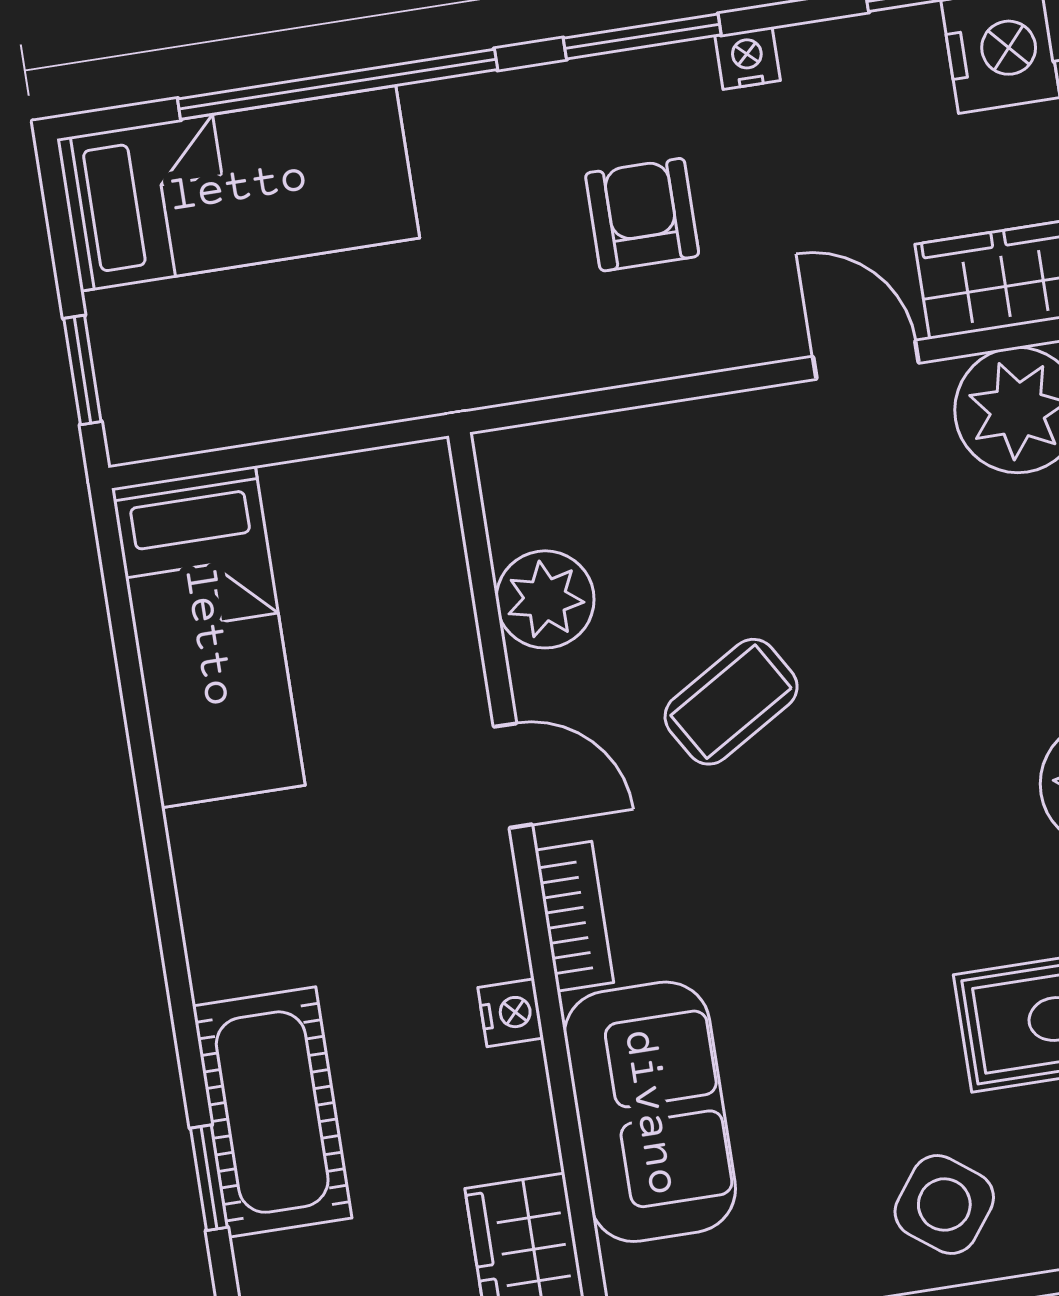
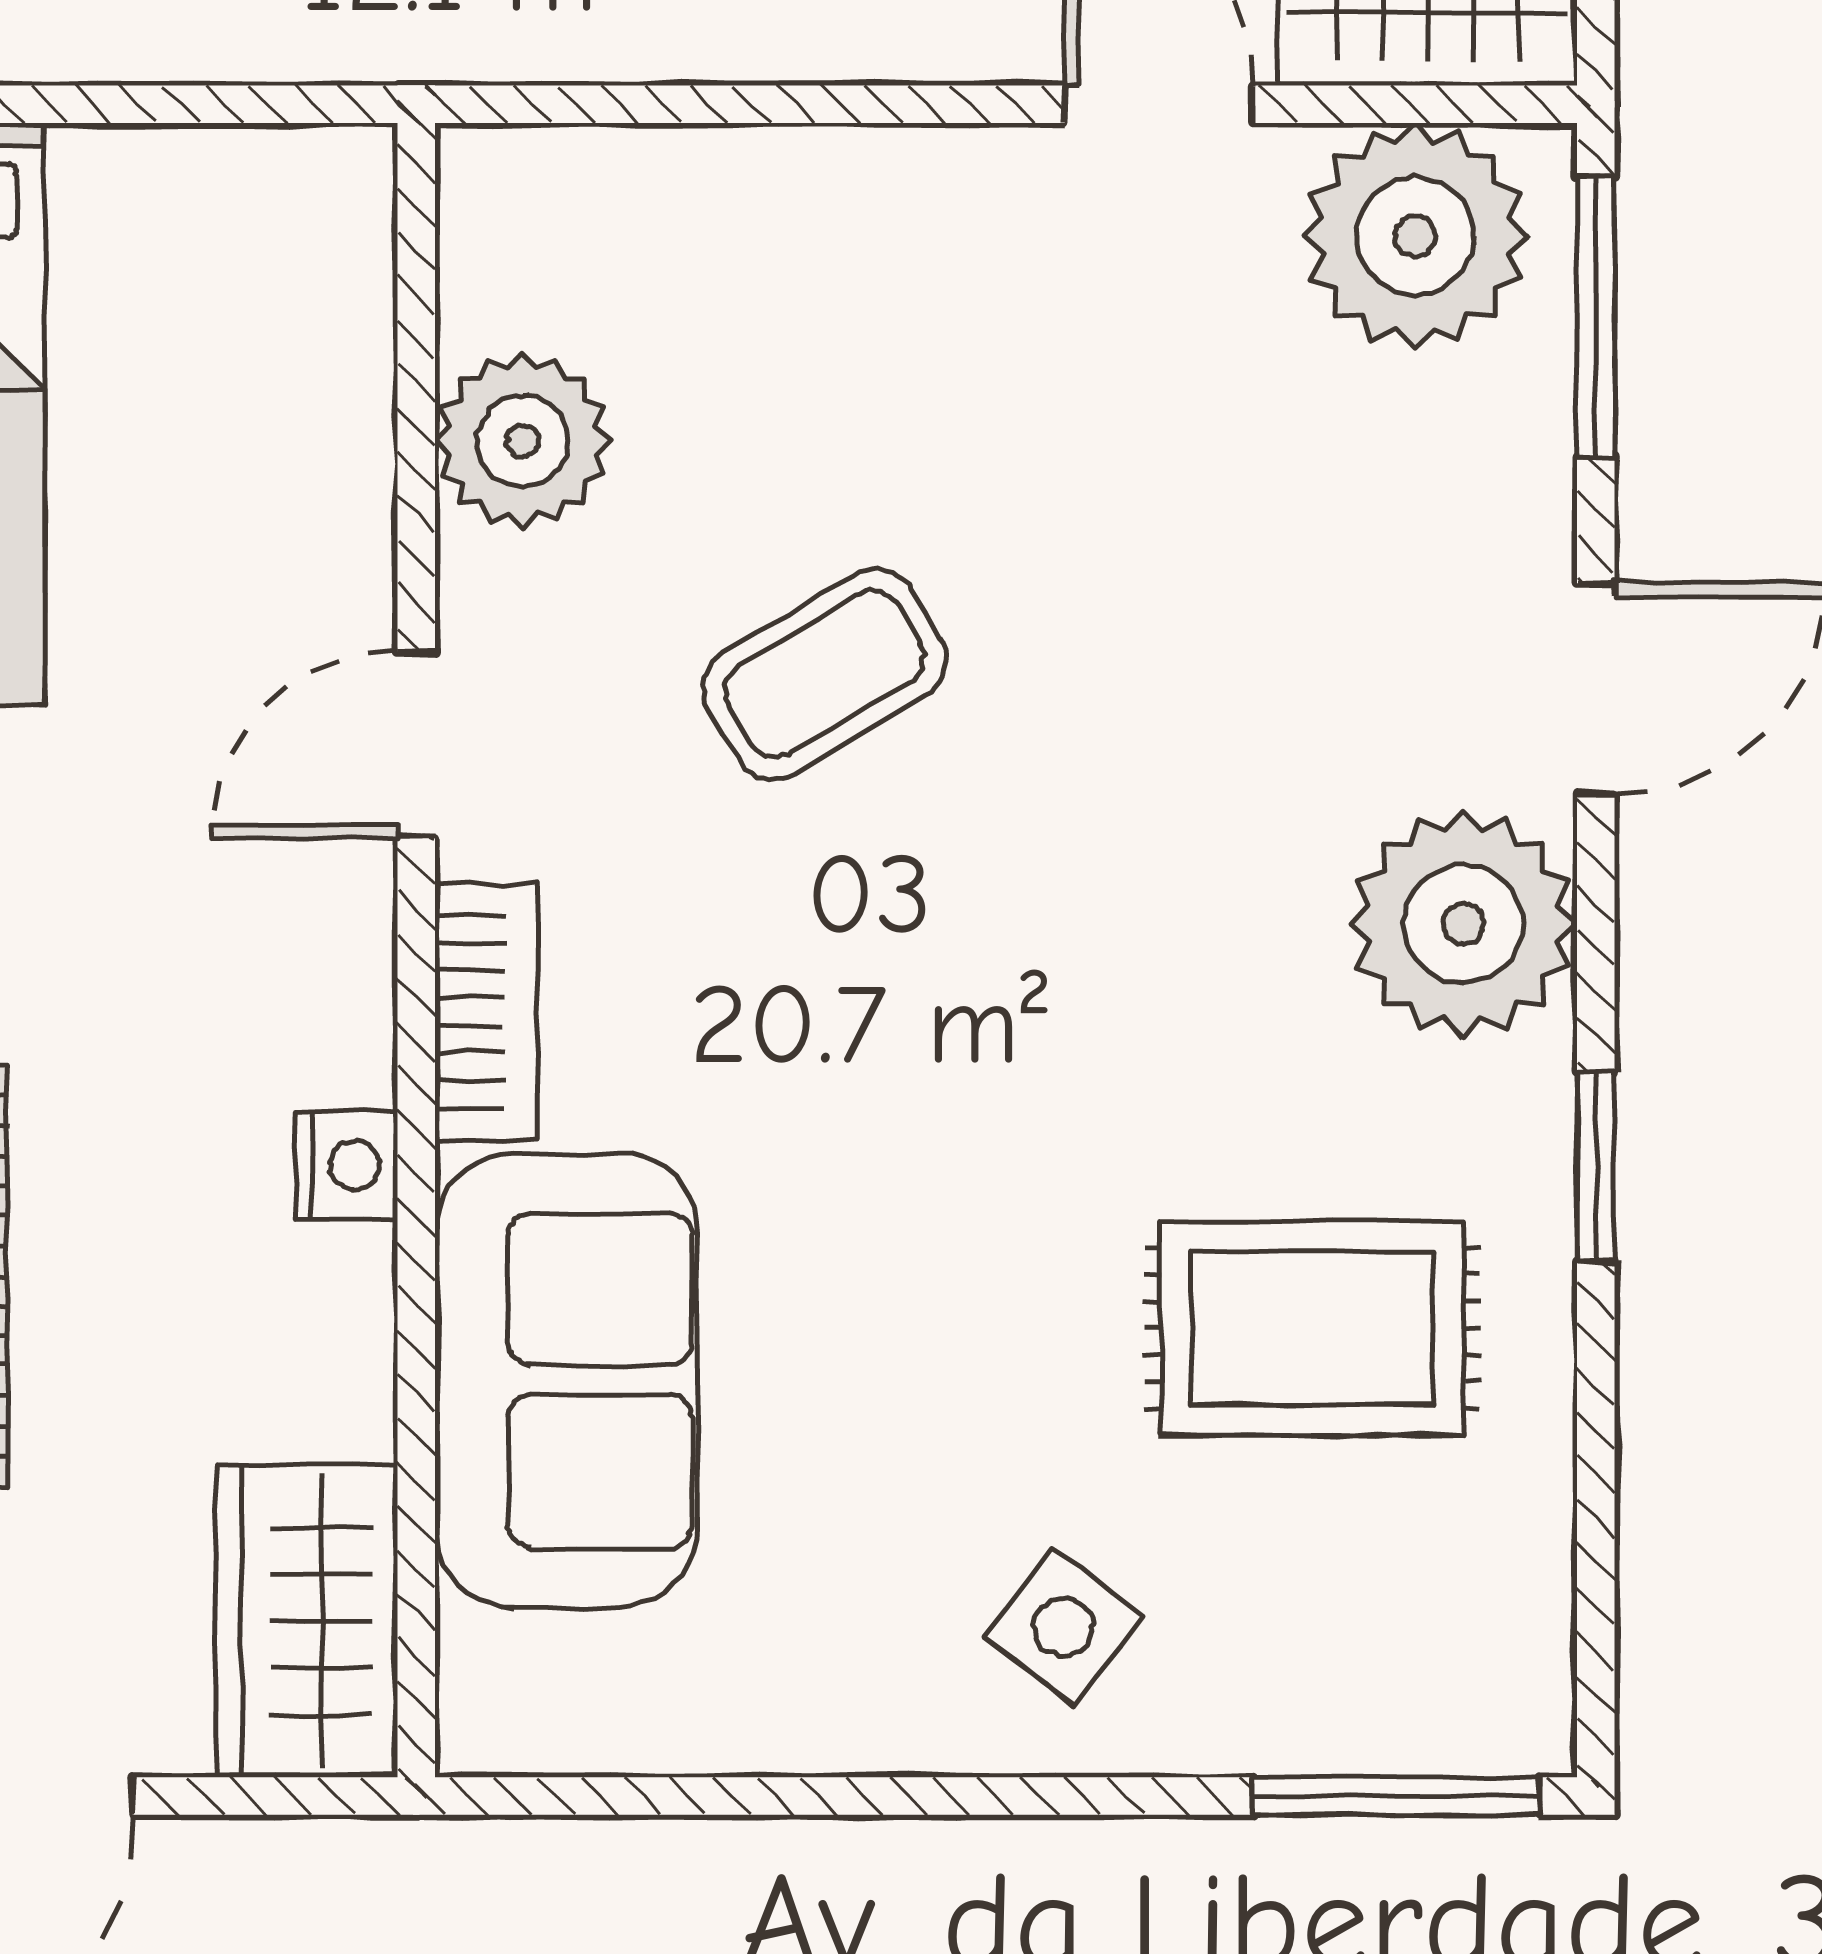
door: (513, 776) -> (416, 745), swing flipped
side table: (944, 1204) -> (1063, 1627), width x0.73, depth x0.73

